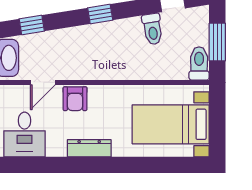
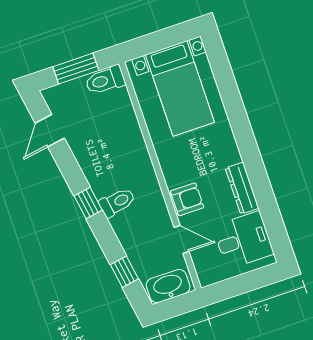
toilet: (152, 29) -> (117, 202), moved
dresser: (89, 148) -> (242, 188), moved

